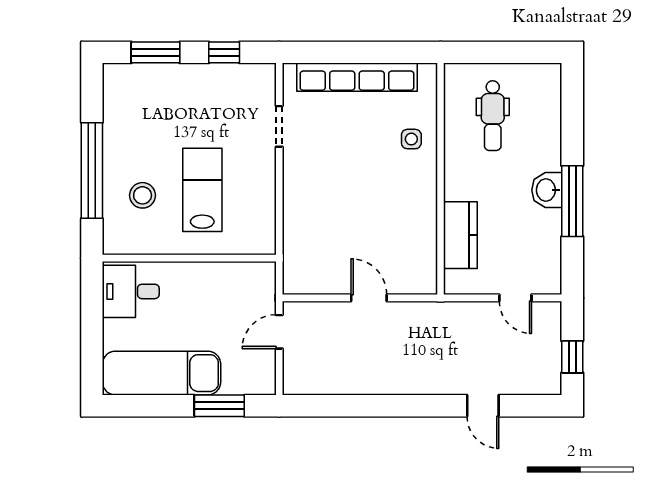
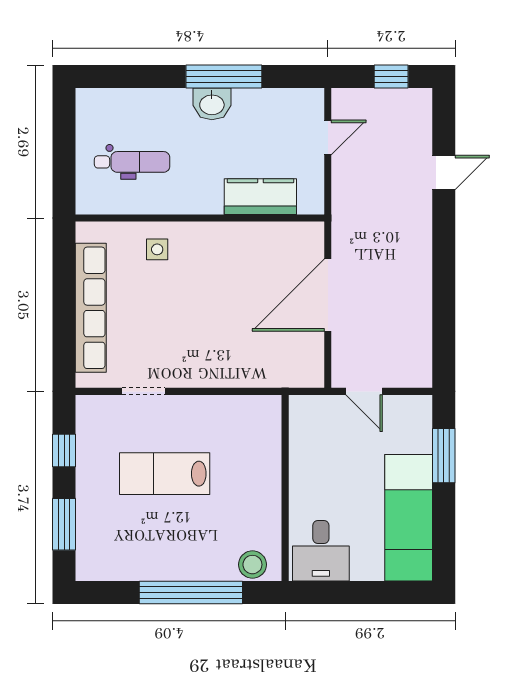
lab bench: (202, 190) -> (165, 474), moved
stool: (143, 195) -> (252, 565), moved
door: (369, 298) -> (328, 295), width x1.87

